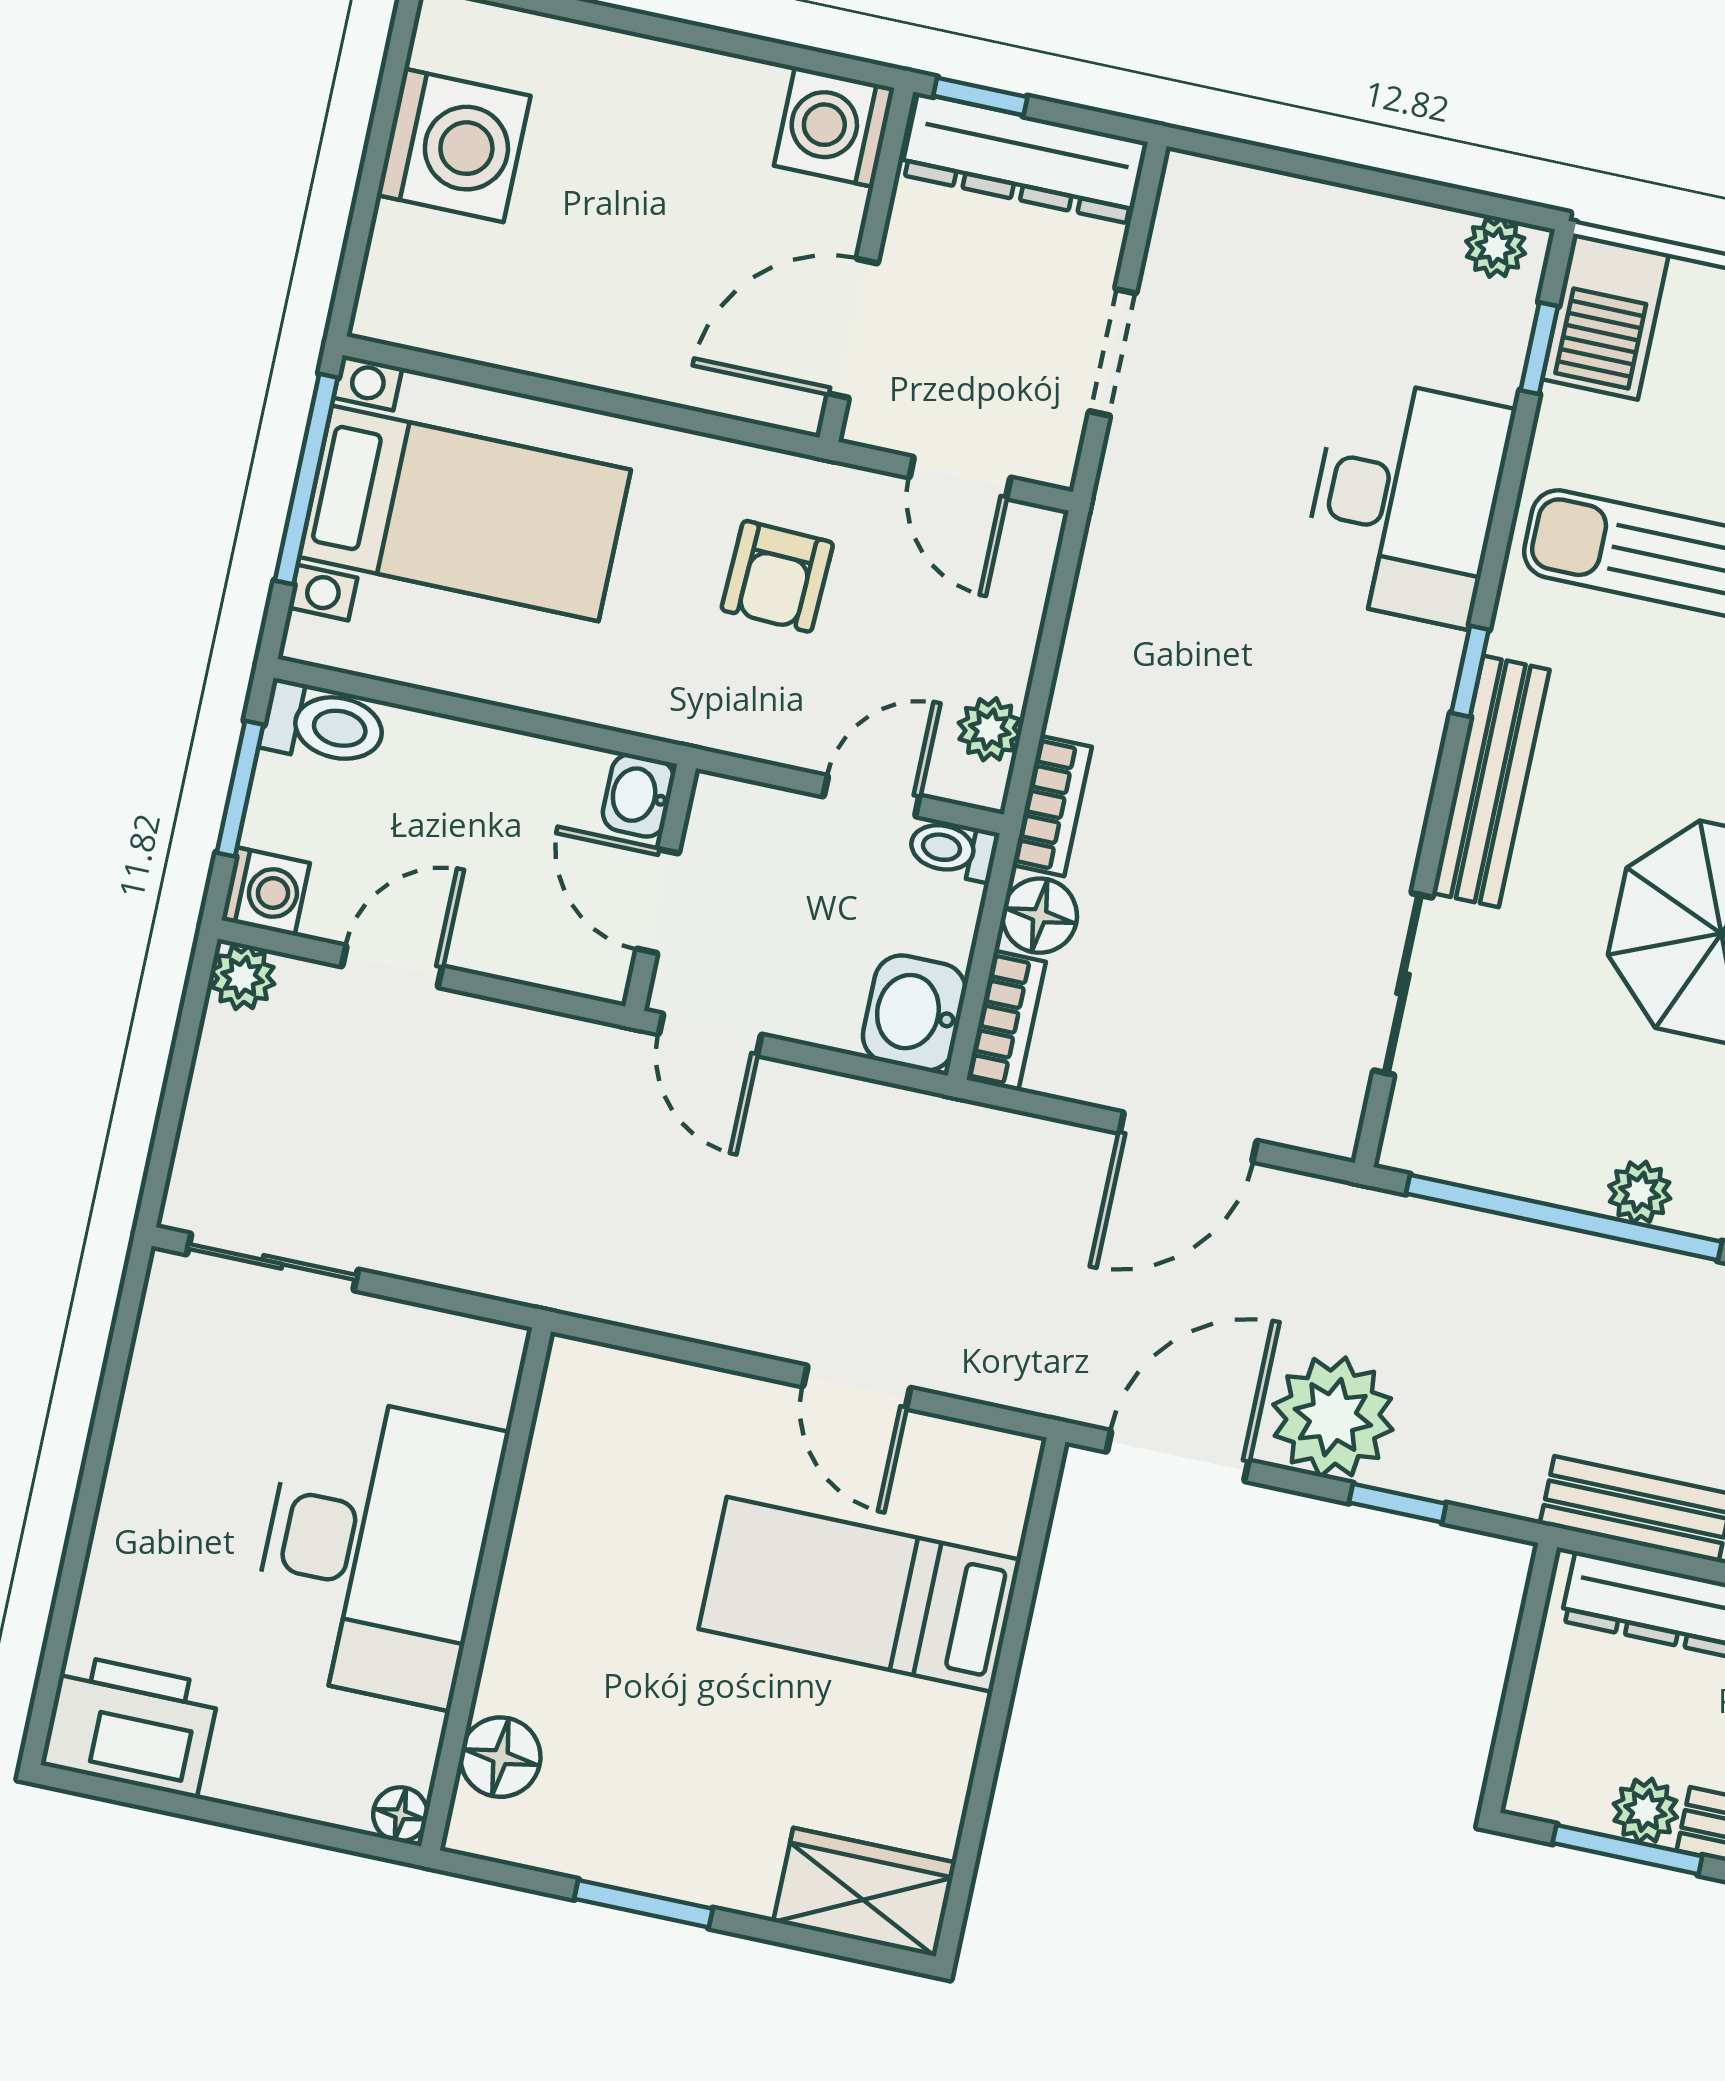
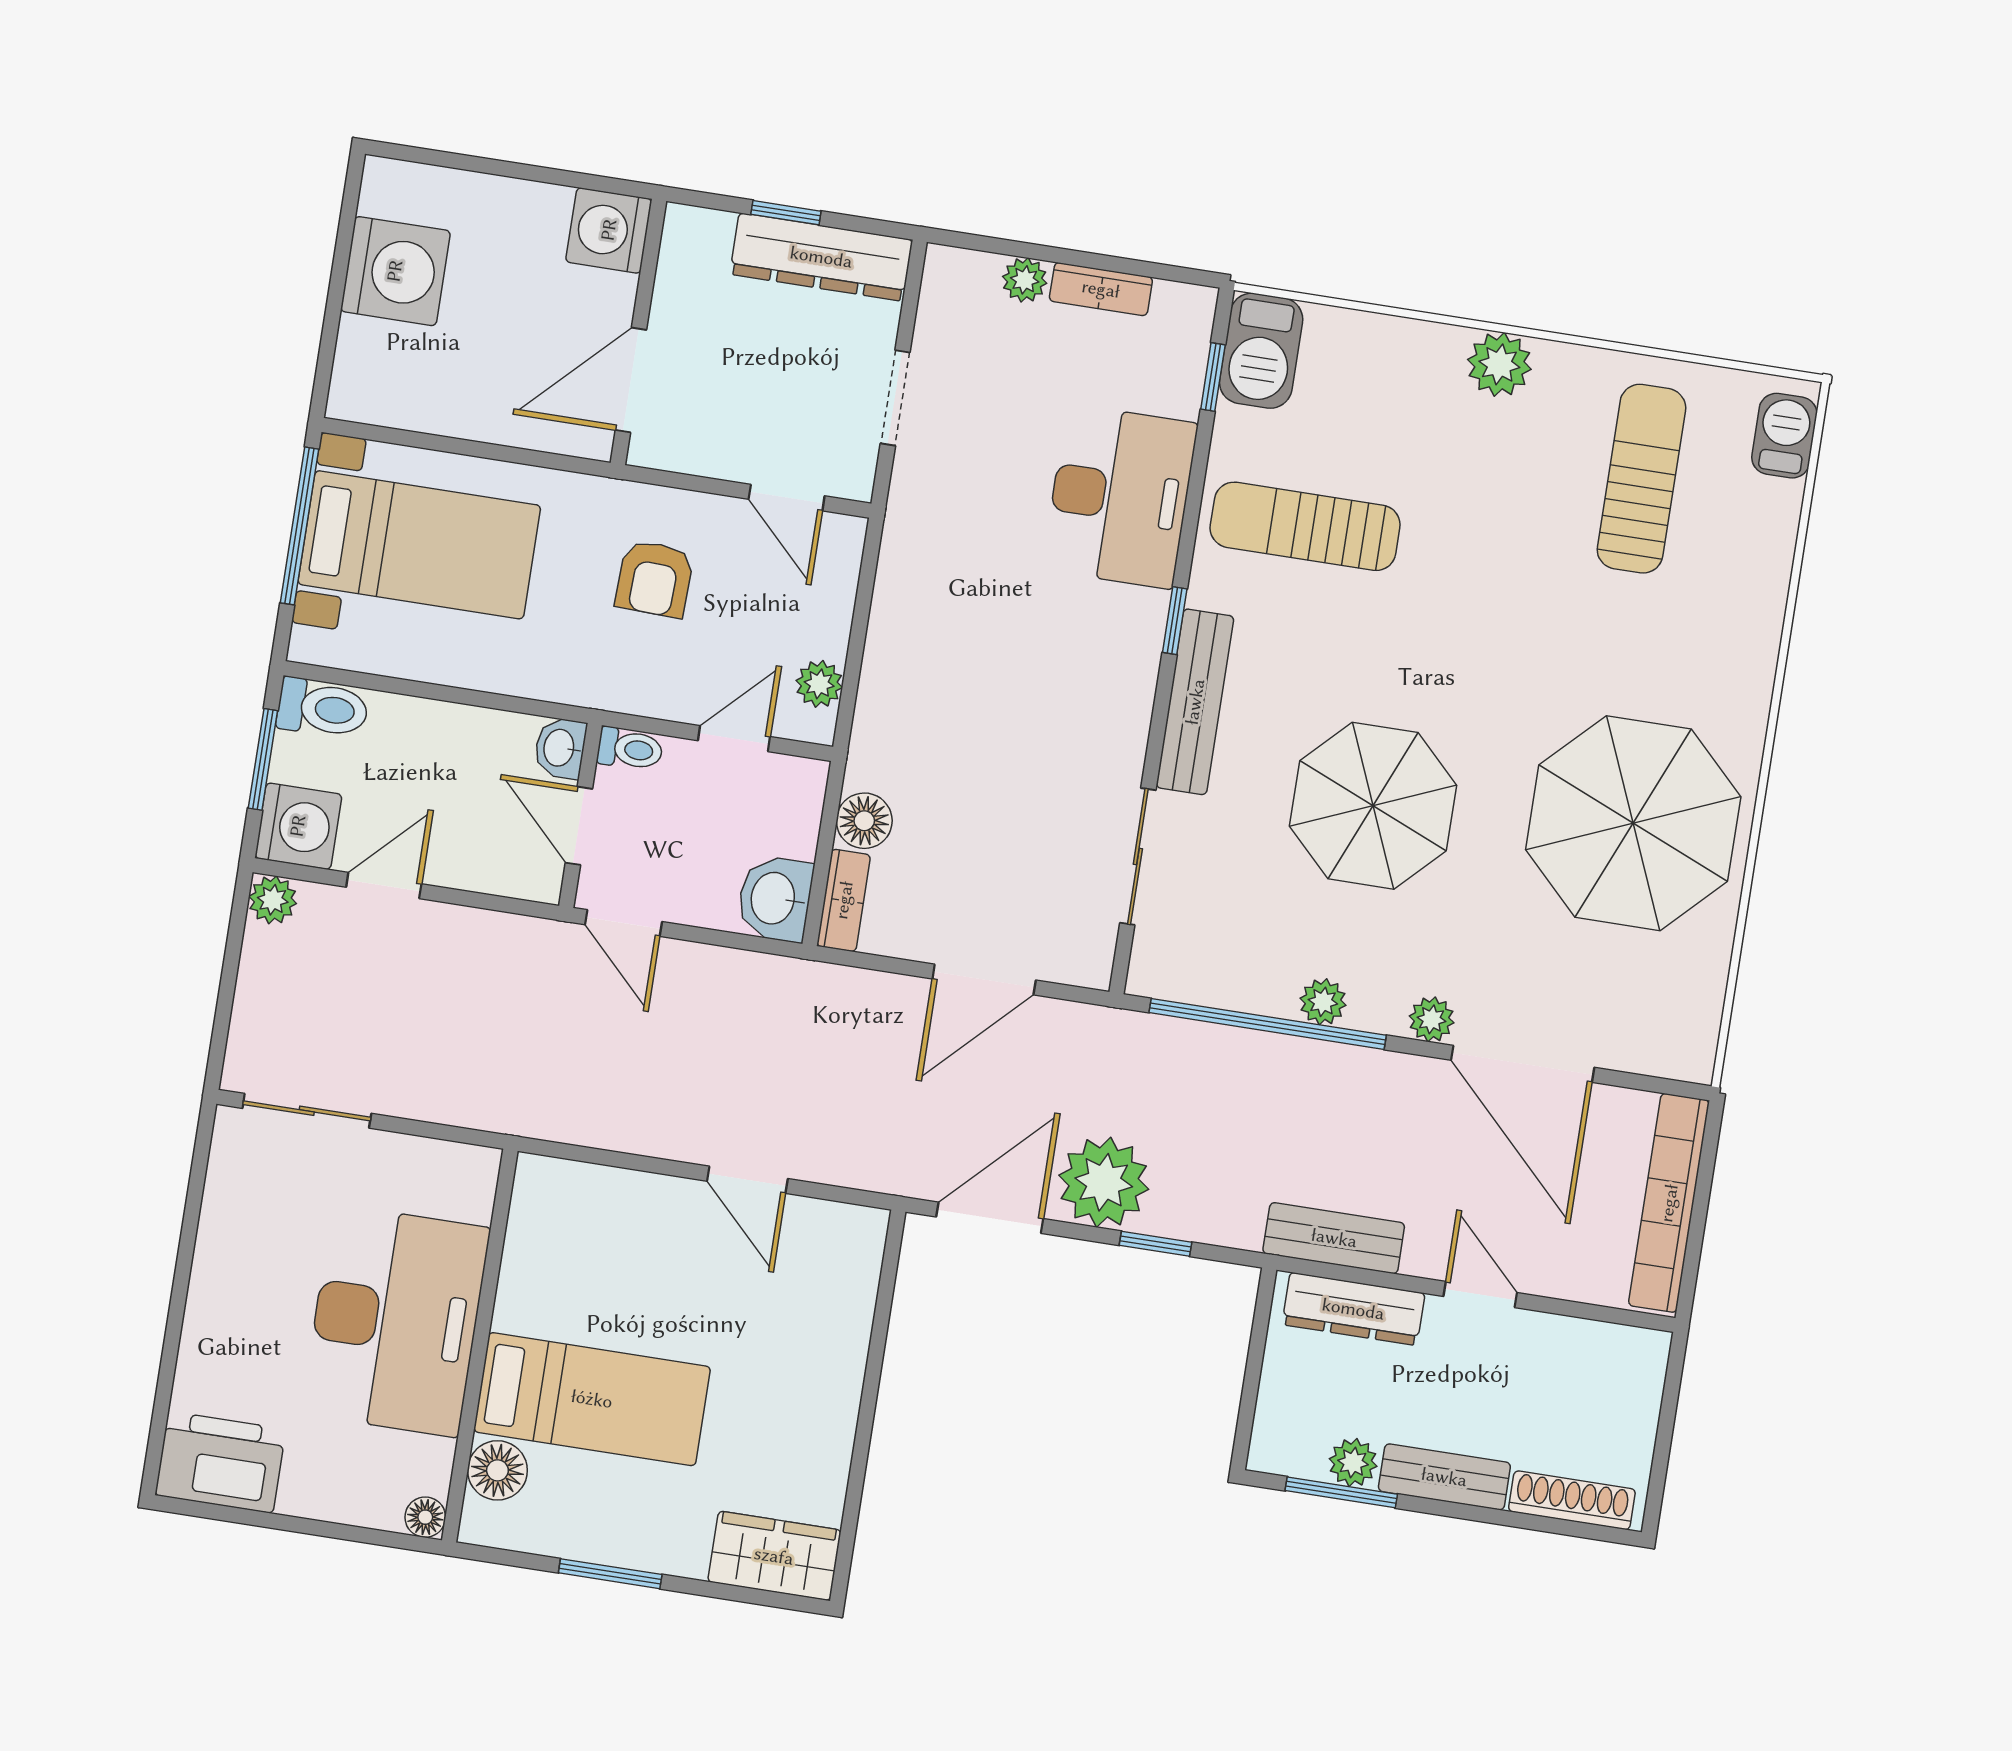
washing machine: (834, 127) -> (609, 230), moved
plant: (1496, 247) -> (1025, 280), moved
wall: (866, 265) -> (638, 332), moved
door: (853, 328) -> (631, 380), moved
bookcase: (1052, 806) -> (1101, 289), moved, turned 90
toilet: (953, 850) -> (630, 749), moved, turned 180
washing machine: (266, 891) -> (298, 826), width x1.38, depth x1.38
bed: (860, 1594) -> (592, 1399), moved, turned 180

